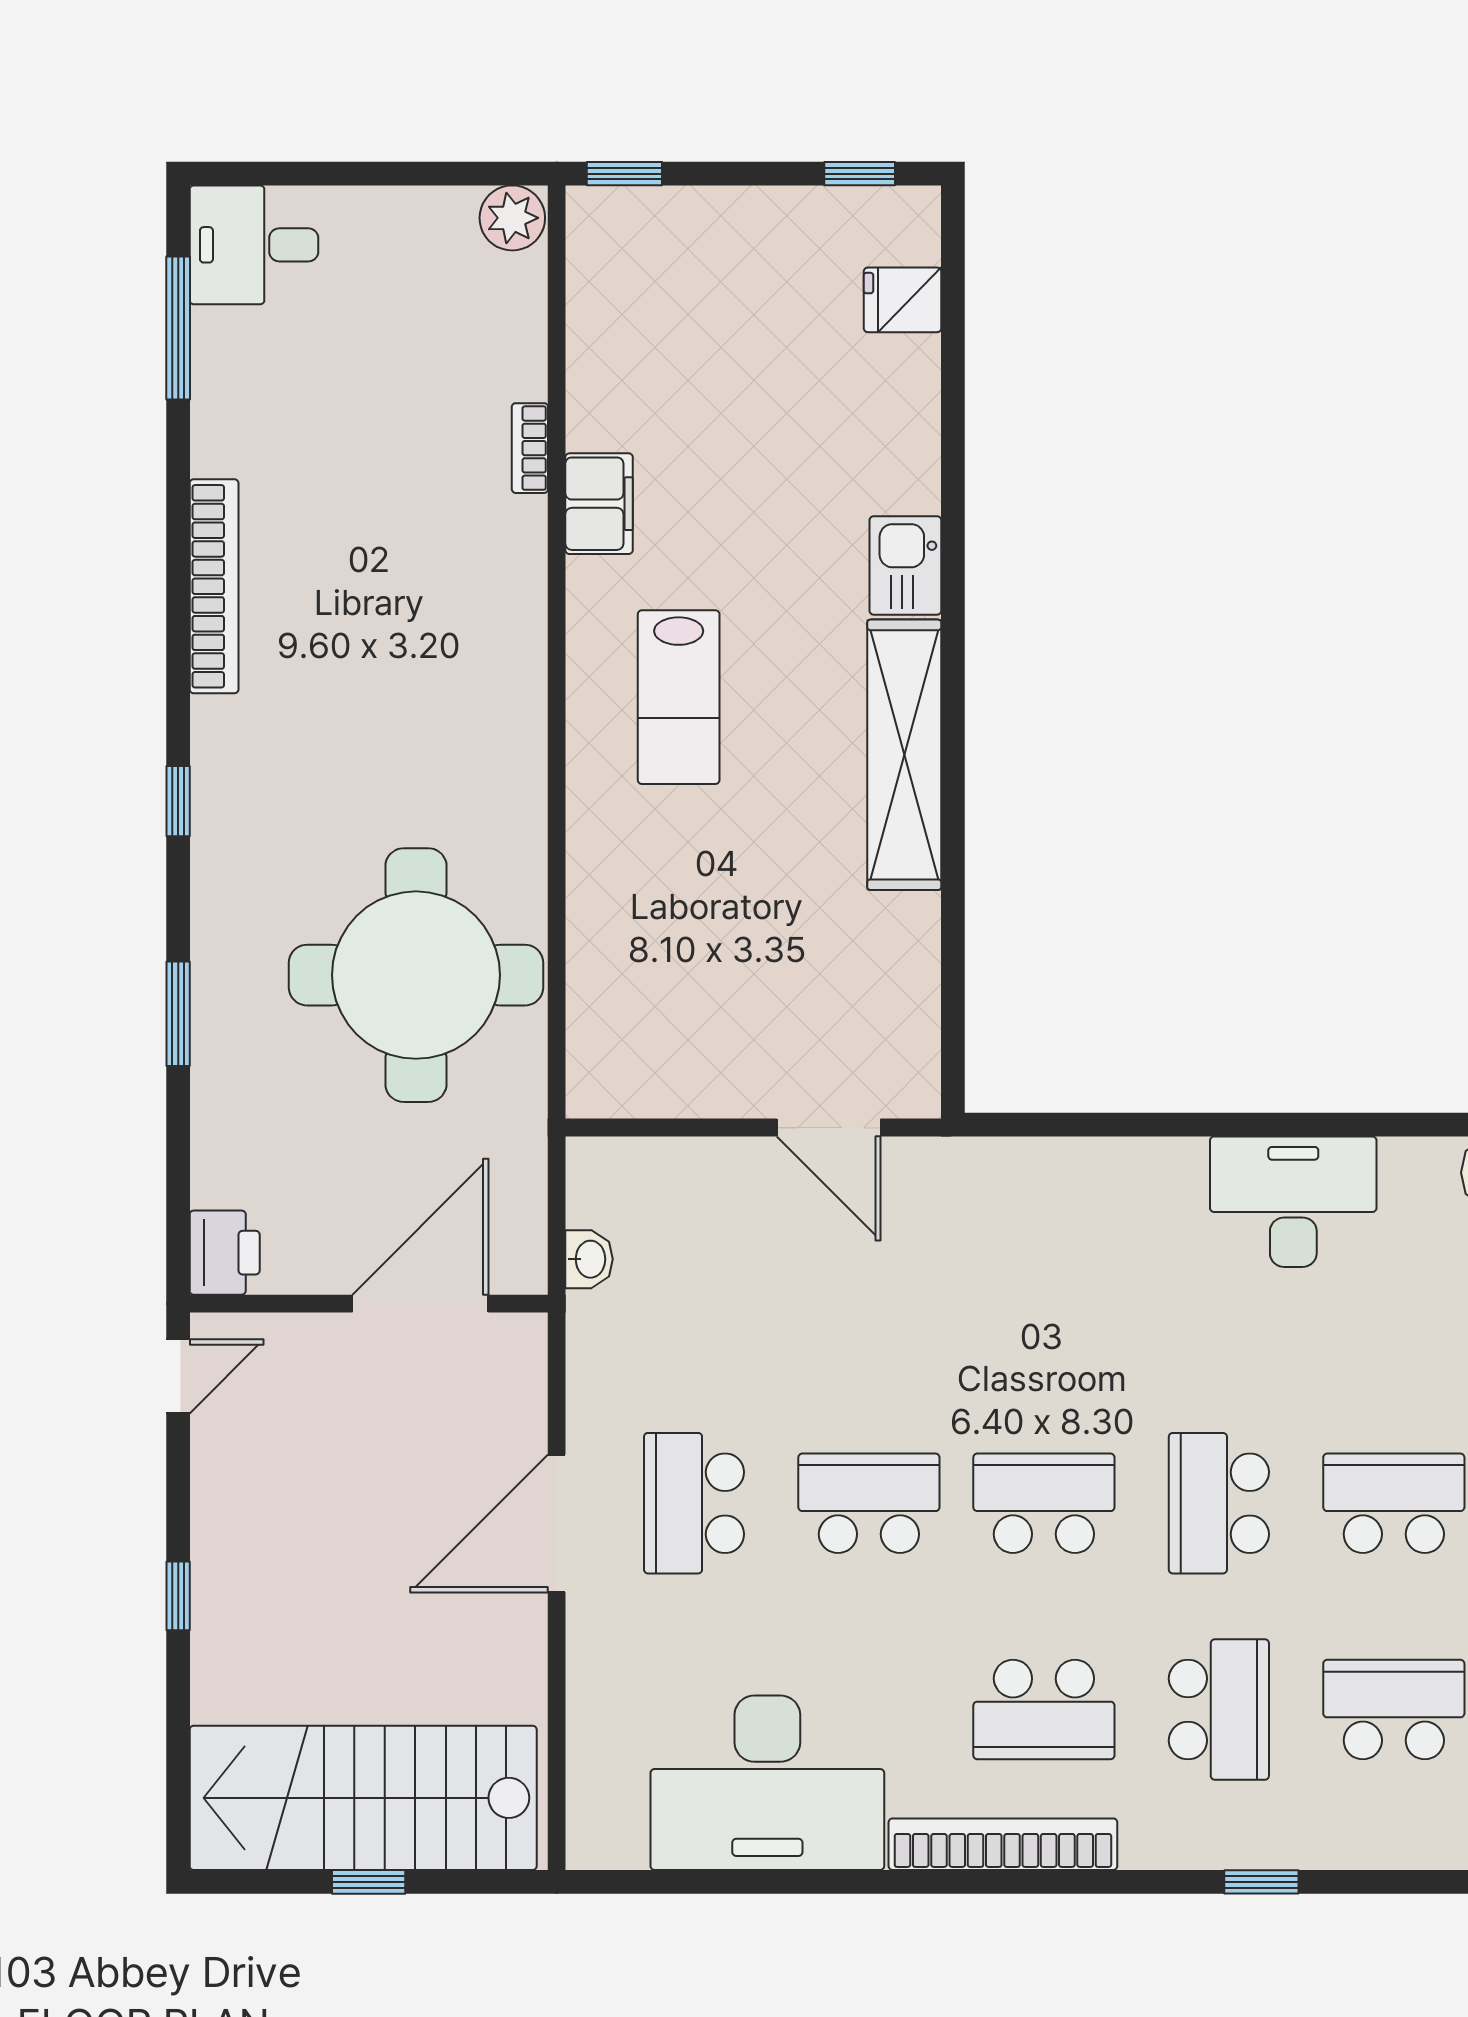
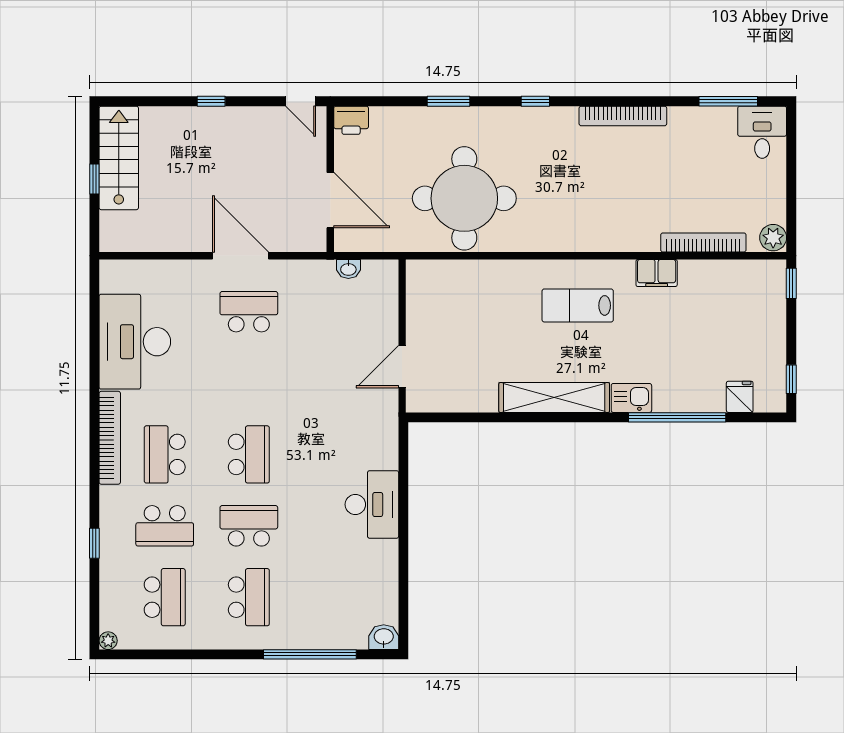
bookcase: (530, 448) -> (703, 242), width x2.31, depth x1.31
window: (953, 453) -> (677, 417), added
desk: (1293, 1202) -> (372, 504), moved
school desk: (869, 1503) -> (249, 383), removed
stairs: (363, 1798) -> (119, 158), width x0.73, depth x0.66

